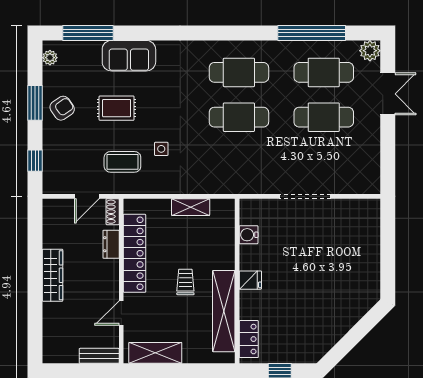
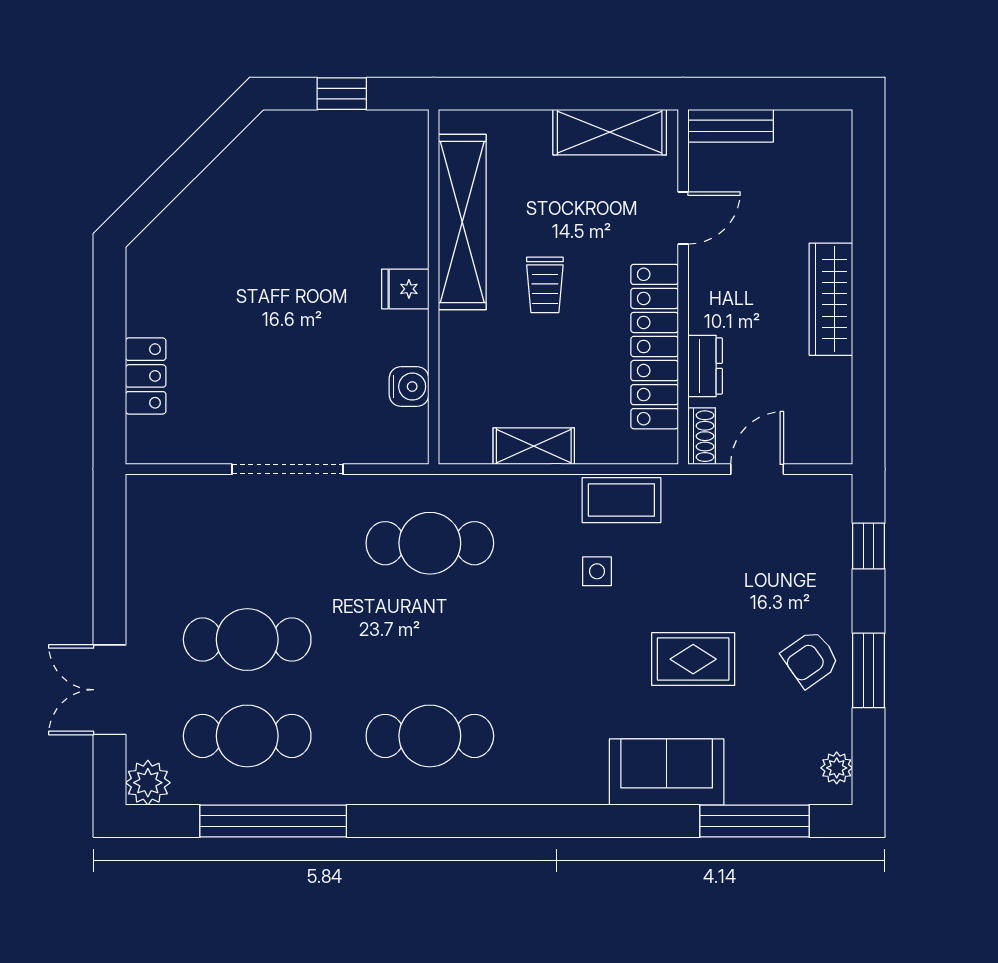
cafe table: (239, 117) -> (430, 543), moved
coffee table: (122, 162) -> (621, 500), moved
locker: (249, 339) -> (146, 376), moved, turned 180

